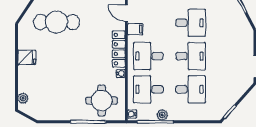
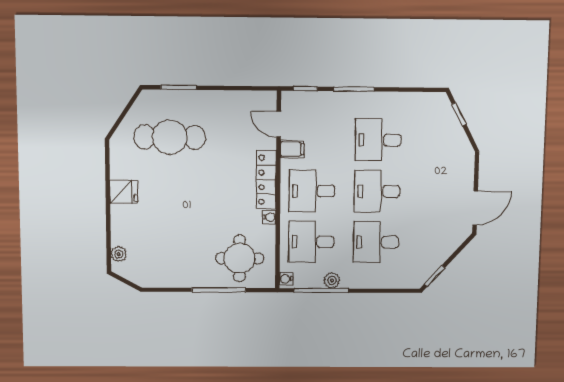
desk: (191, 23) -> (378, 140), turned 180
desk: (191, 56) -> (377, 191), turned 180
desk: (191, 89) -> (376, 242), turned 180

